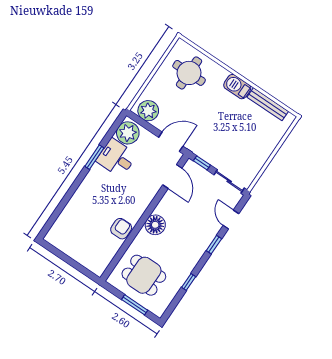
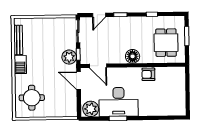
plant: (148, 111) -> (69, 57), moved
desk: (117, 158) -> (119, 102), width x1.87, depth x1.30
door: (172, 177) -> (98, 66), swing flipped

